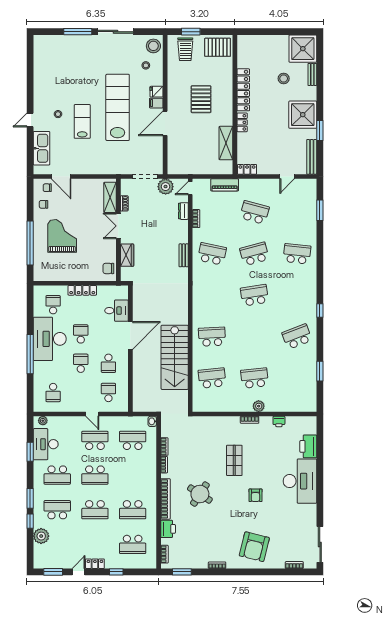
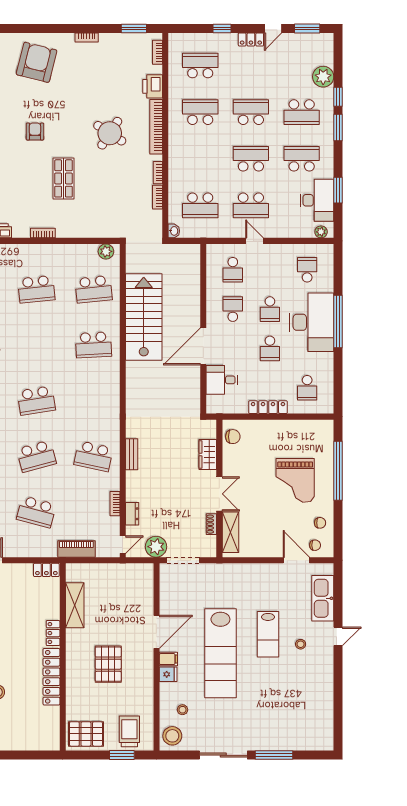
desk: (50, 339) -> (312, 322), moved
plant: (259, 406) -> (106, 251), moved

